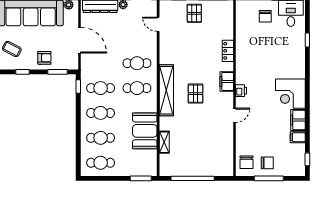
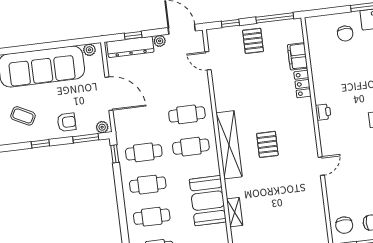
plant: (71, 65) -> (102, 127), added
filing cabinet: (227, 81) -> (297, 56), moved
printer: (241, 91) -> (323, 112), moved

